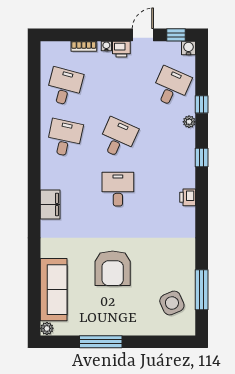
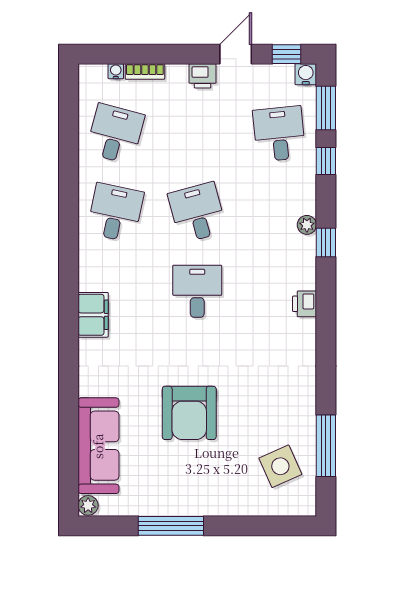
water cooler: (106, 46) -> (116, 71), moved
window: (202, 70) -> (326, 108), added
desk: (171, 87) -> (279, 134), turned -30
plant: (189, 122) -> (307, 225), moved
desk: (118, 138) -> (197, 213), turned -39

